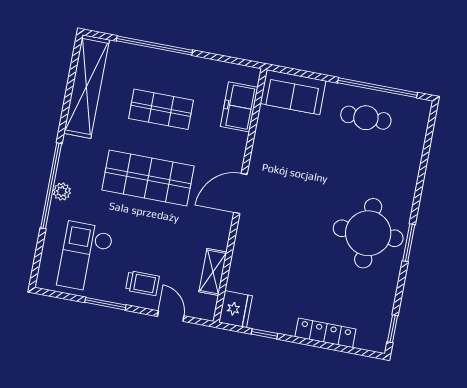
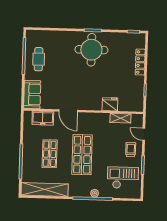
door: (240, 193) -> (68, 111), moved
checkout: (85, 257) -> (123, 178), turned 180
fridge: (236, 309) -> (110, 104), moved
door: (171, 316) -> (144, 134), hinge flipped

